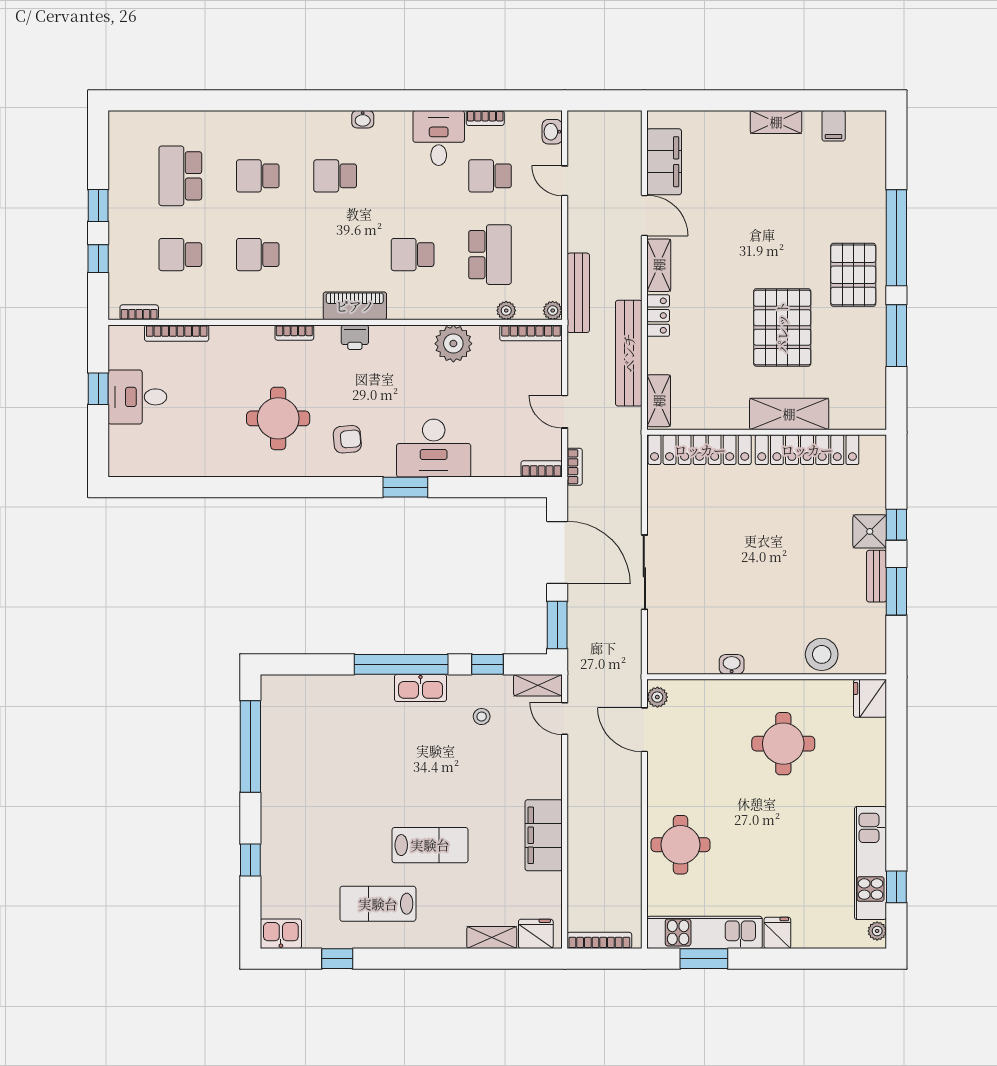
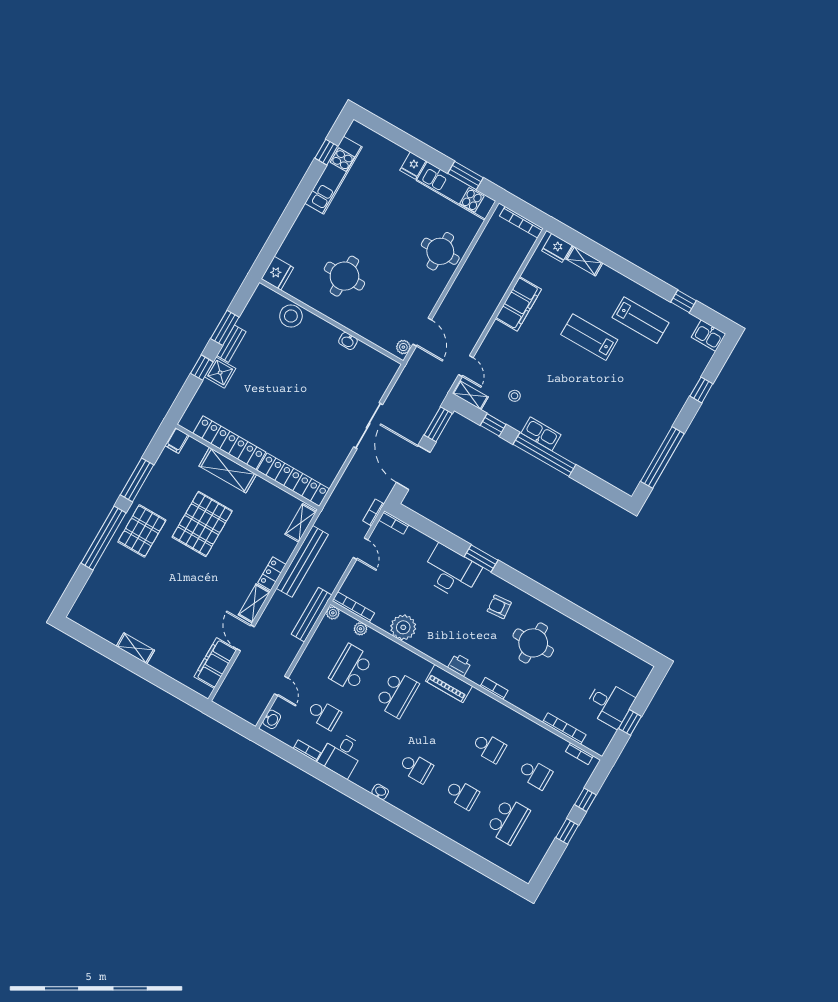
filing cabinet: (834, 126) -> (177, 440), moved, turned 180
school desk: (413, 255) -> (397, 694), width x1.85
plant: (877, 931) -> (353, 132), removed

